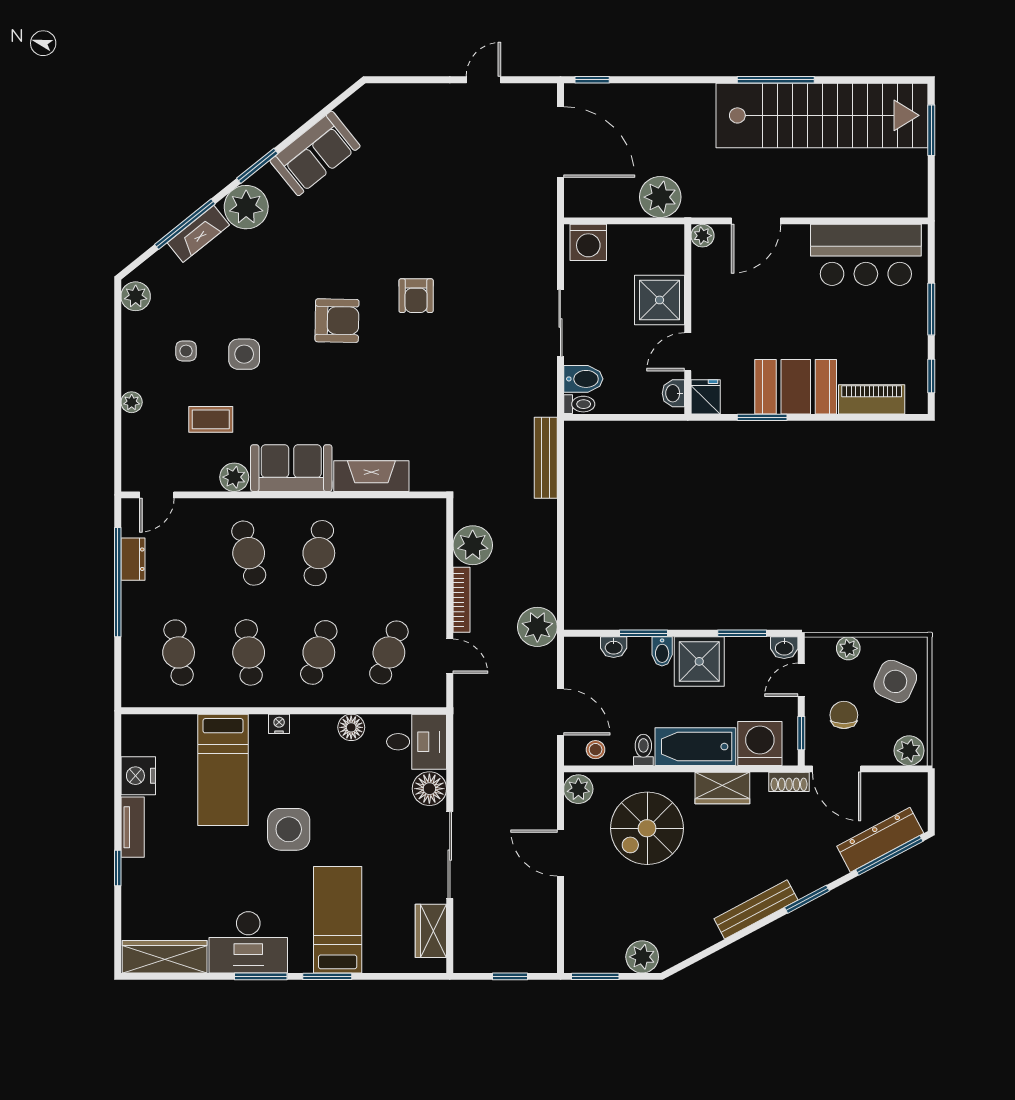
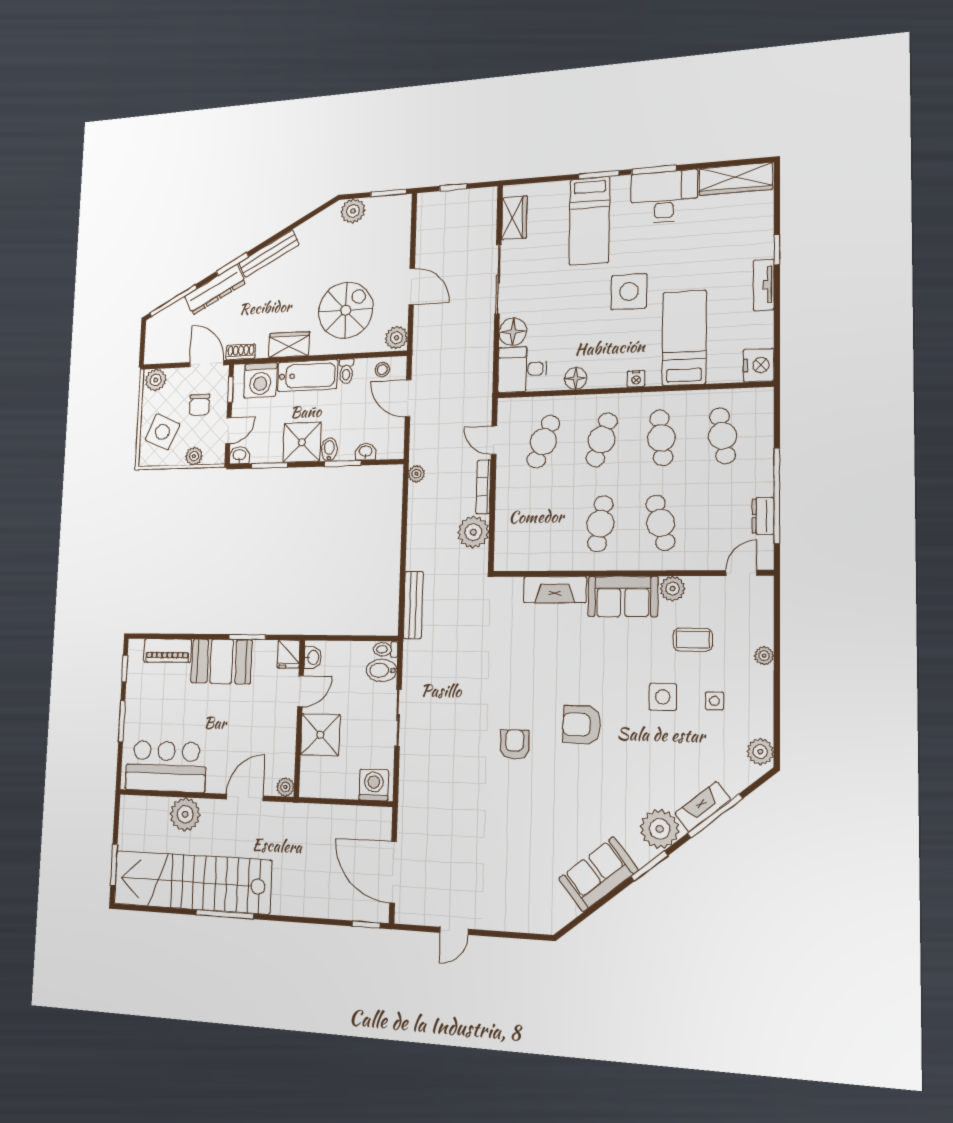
plant: (660, 197) -> (185, 814), moved
plant: (537, 627) -> (416, 474), width x0.53, depth x0.53
nightstand: (138, 776) -> (759, 365), moved
dresser: (880, 840) -> (215, 290), moved

